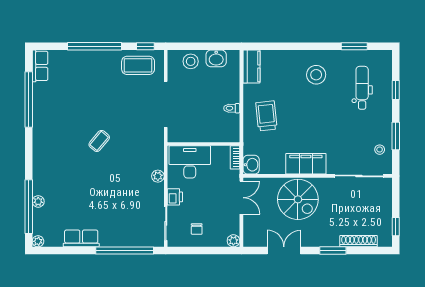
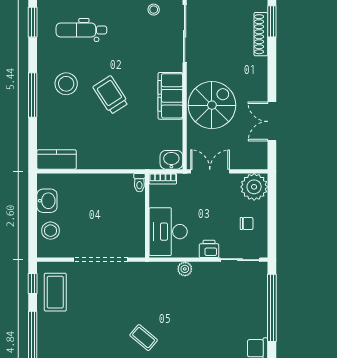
window: (307, 46) -> (33, 95), added
window: (354, 46) -> (33, 22), moved
toilet: (232, 108) -> (139, 183), moved
trolley: (266, 116) -> (111, 95), moved, turned 63
plant: (233, 241) -> (254, 187), width x1.88, depth x1.88
window: (333, 251) -> (272, 21), moved

